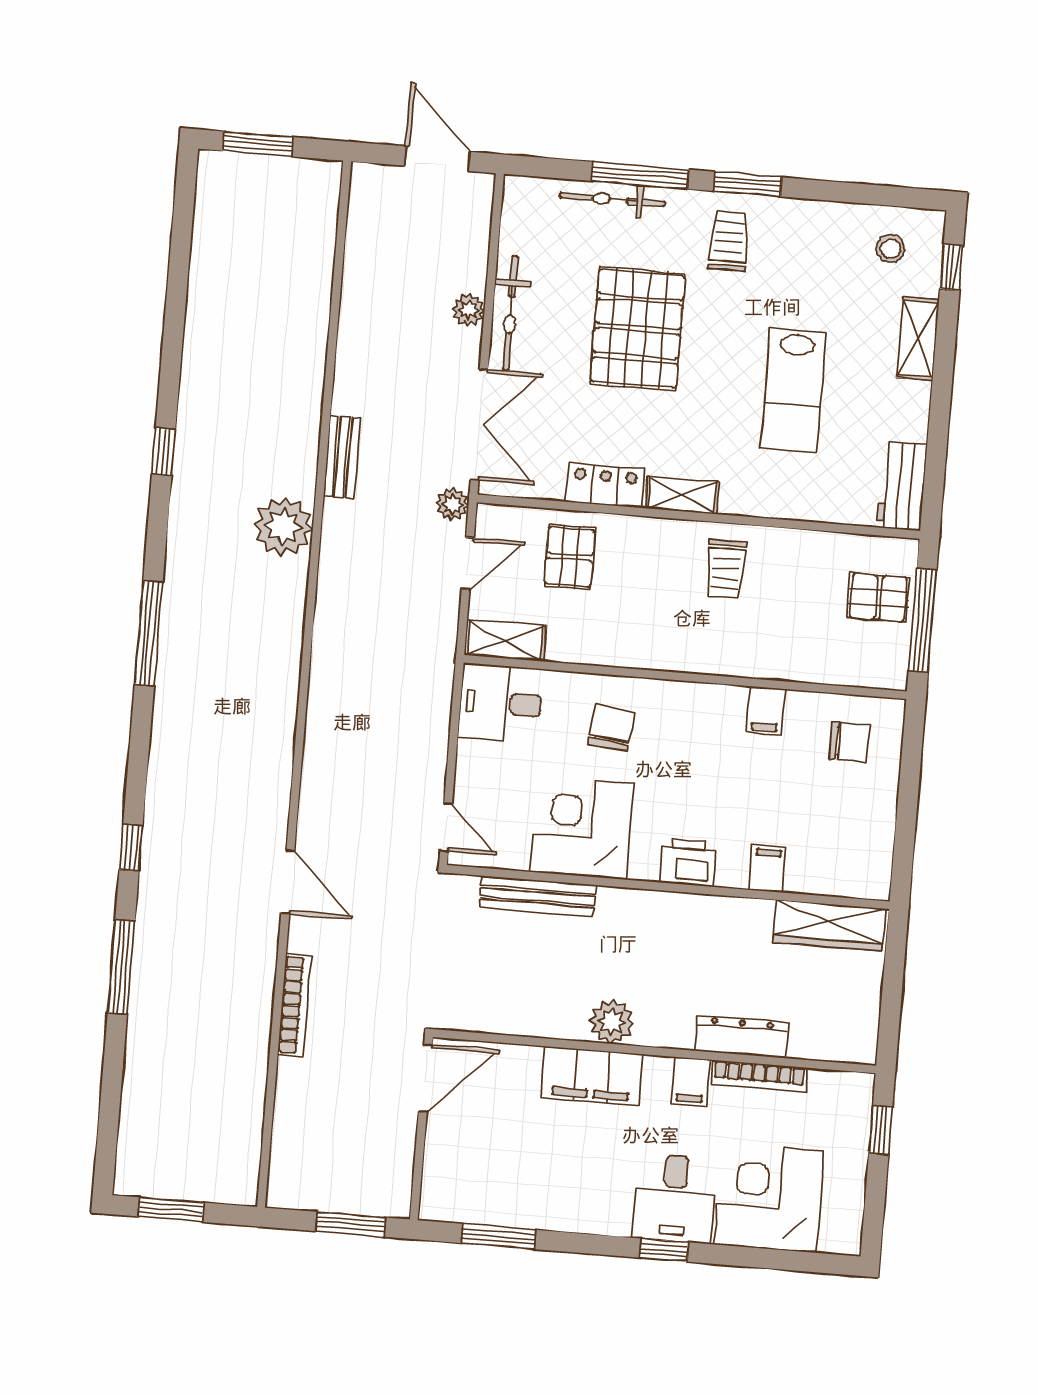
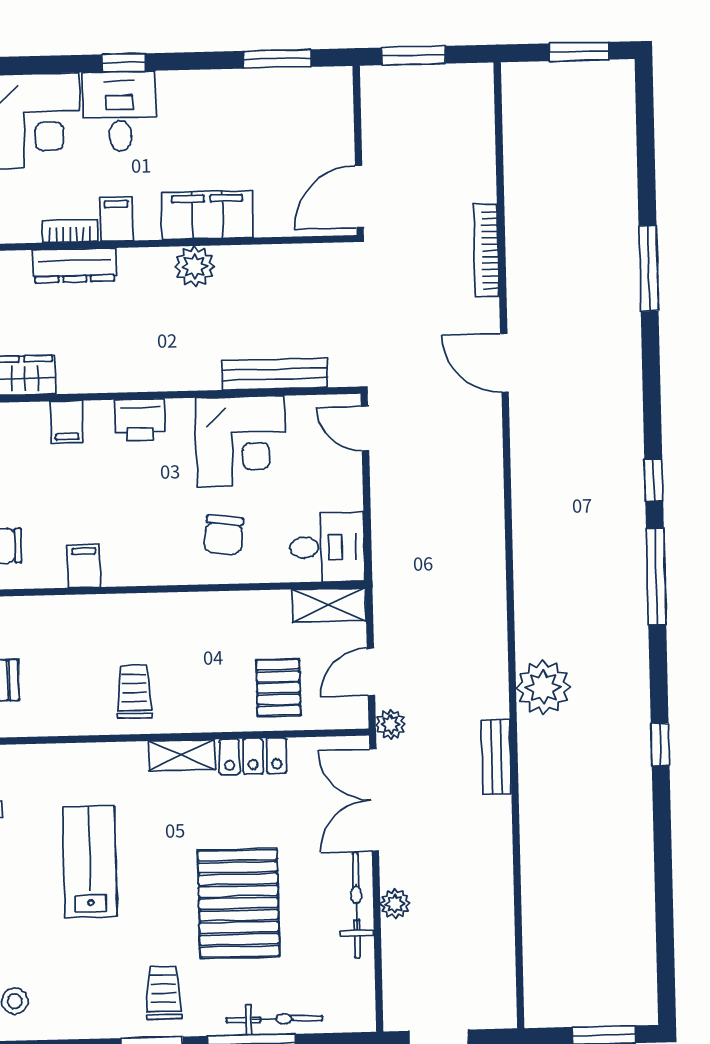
trolley: (729, 241) -> (164, 992), turned 180
window: (131, 848) -> (654, 480), moved
bookcase: (759, 1076) -> (70, 231), width x0.64

